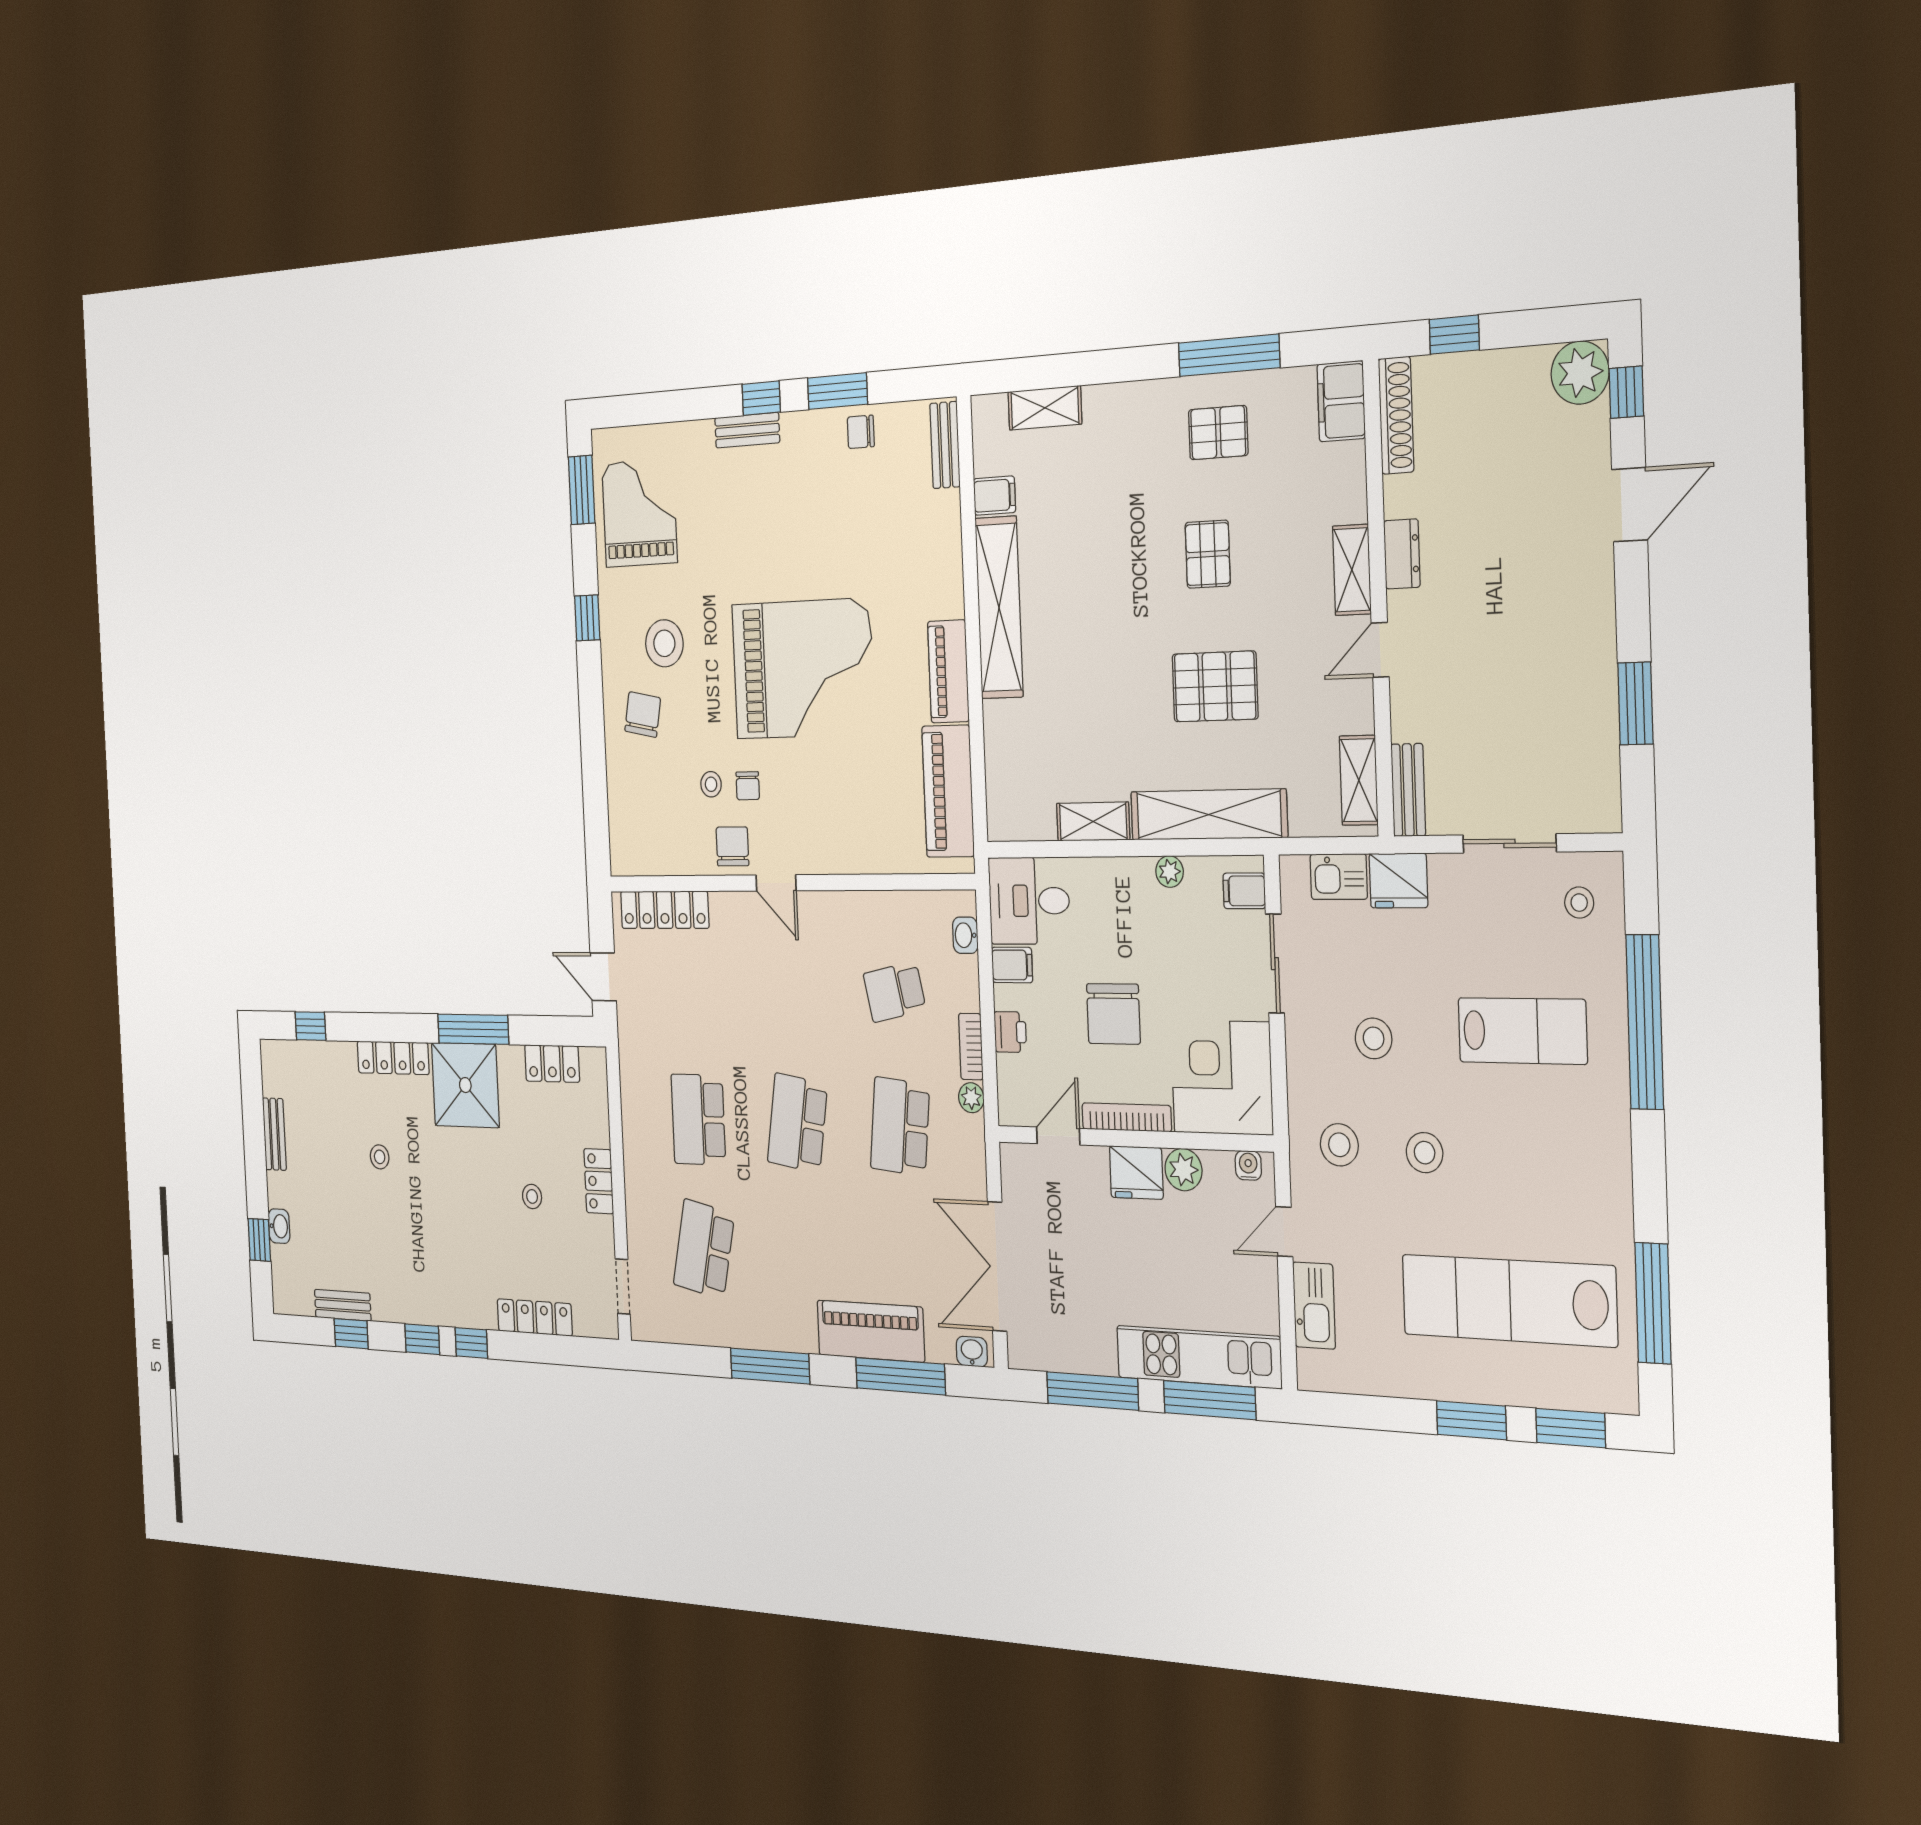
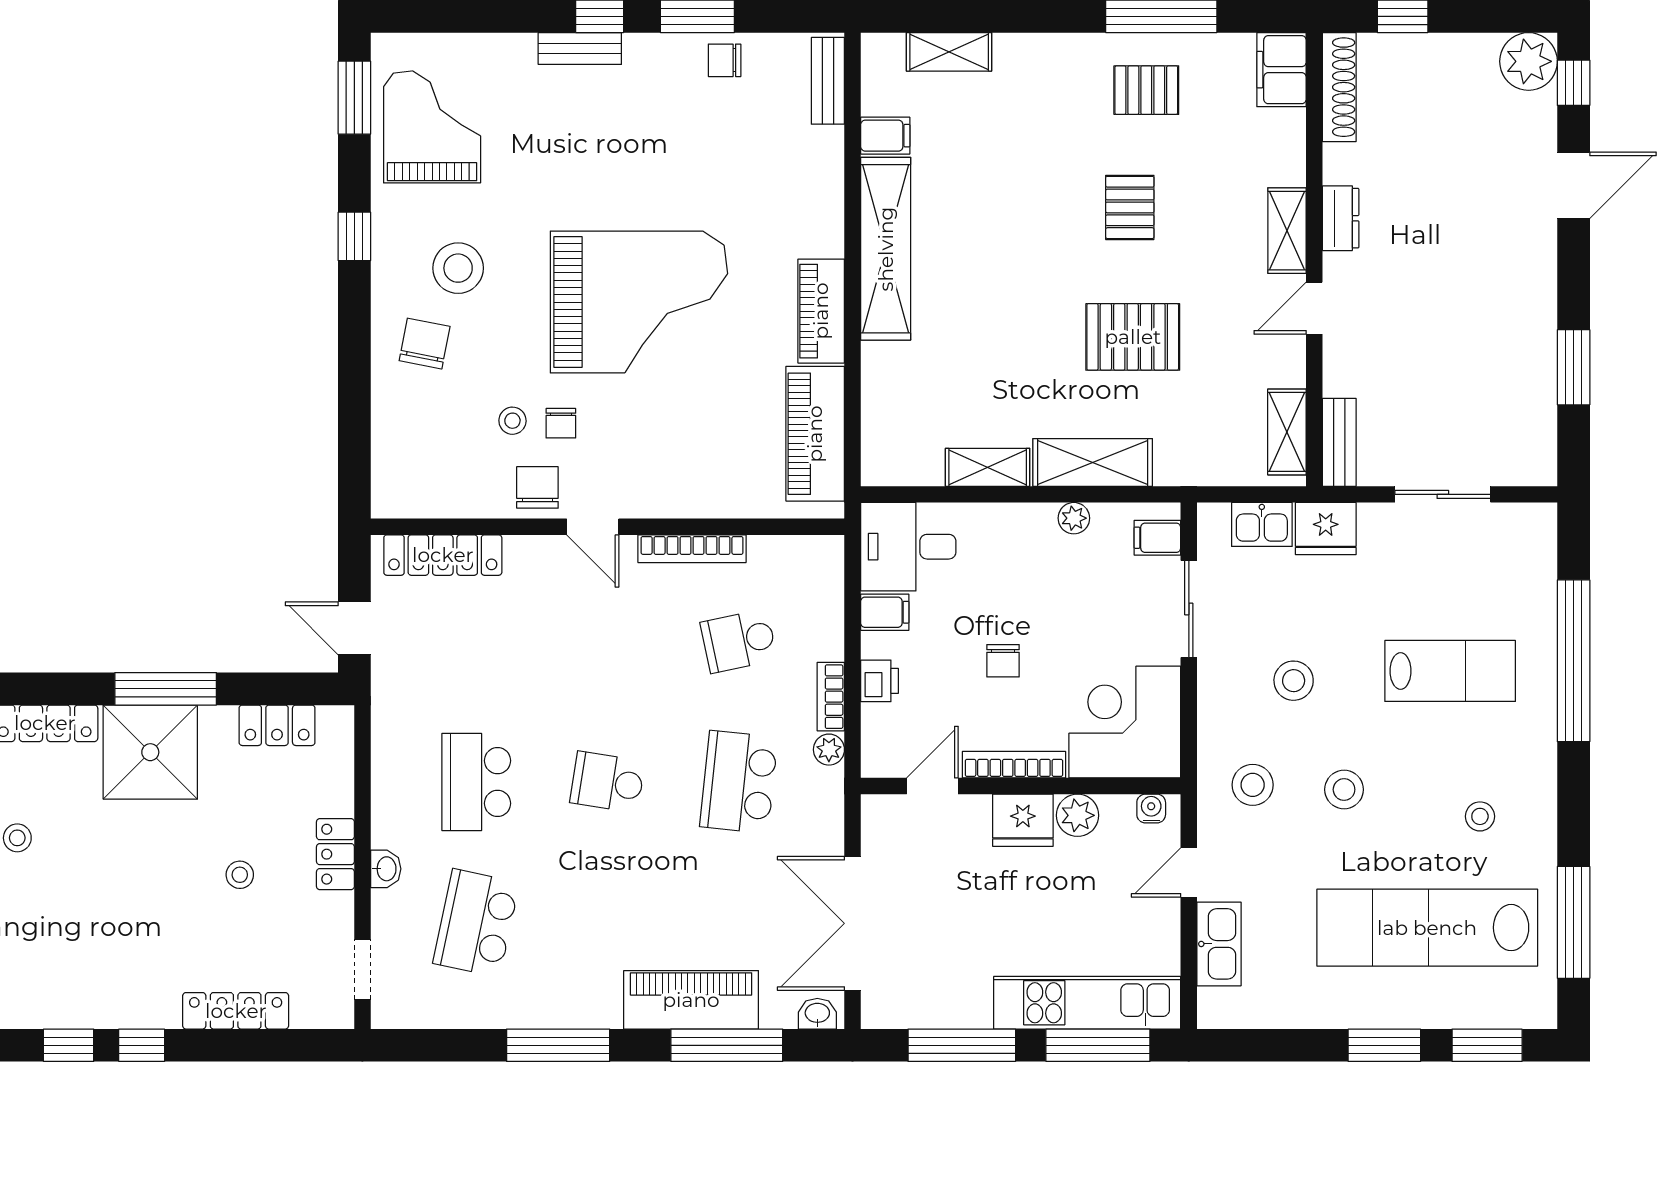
shelving: (1209, 815) -> (1093, 462), width x0.68
bookcase: (854, 903) -> (692, 549), added
stool: (1579, 903) -> (1480, 816), moved
washbasin: (965, 935) -> (386, 869), moved, turned 180
chair: (1113, 1014) -> (1003, 661), width x0.54, depth x0.54
school desk: (797, 1123) -> (607, 782), width x0.54

